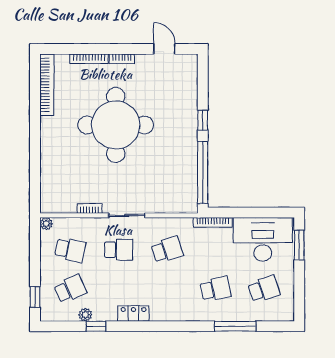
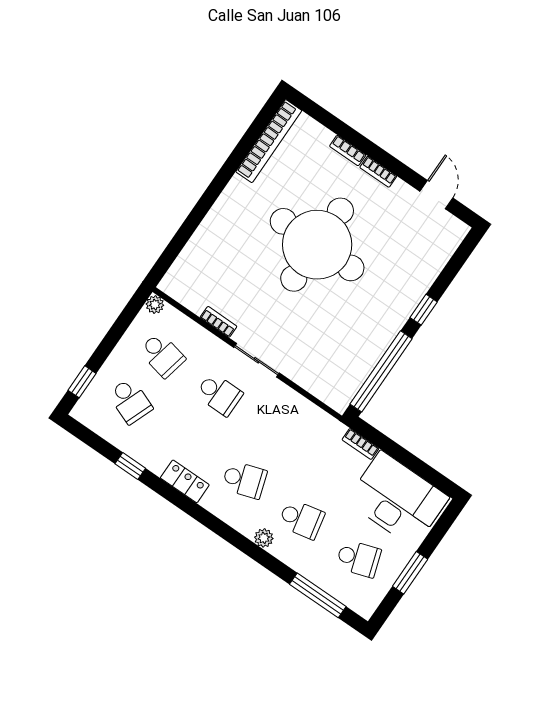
bookcase: (89, 59) -> (348, 151), width x0.64
bookcase: (213, 222) -> (360, 444), width x0.64
window: (299, 245) -> (410, 573), moved
school desk: (167, 250) -> (244, 480), moved
school desk: (70, 289) -> (130, 401), turned 45
plant: (85, 315) -> (264, 538), moved
window: (235, 326) -> (318, 595), moved

